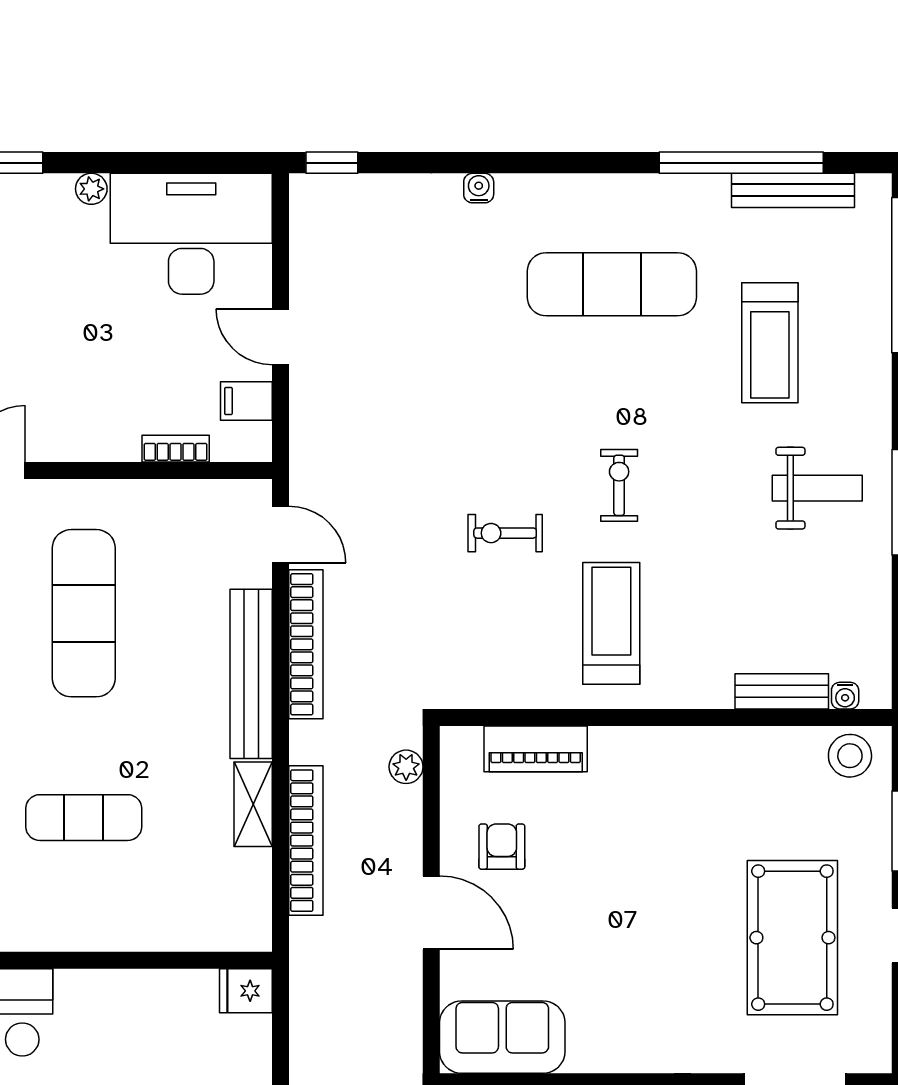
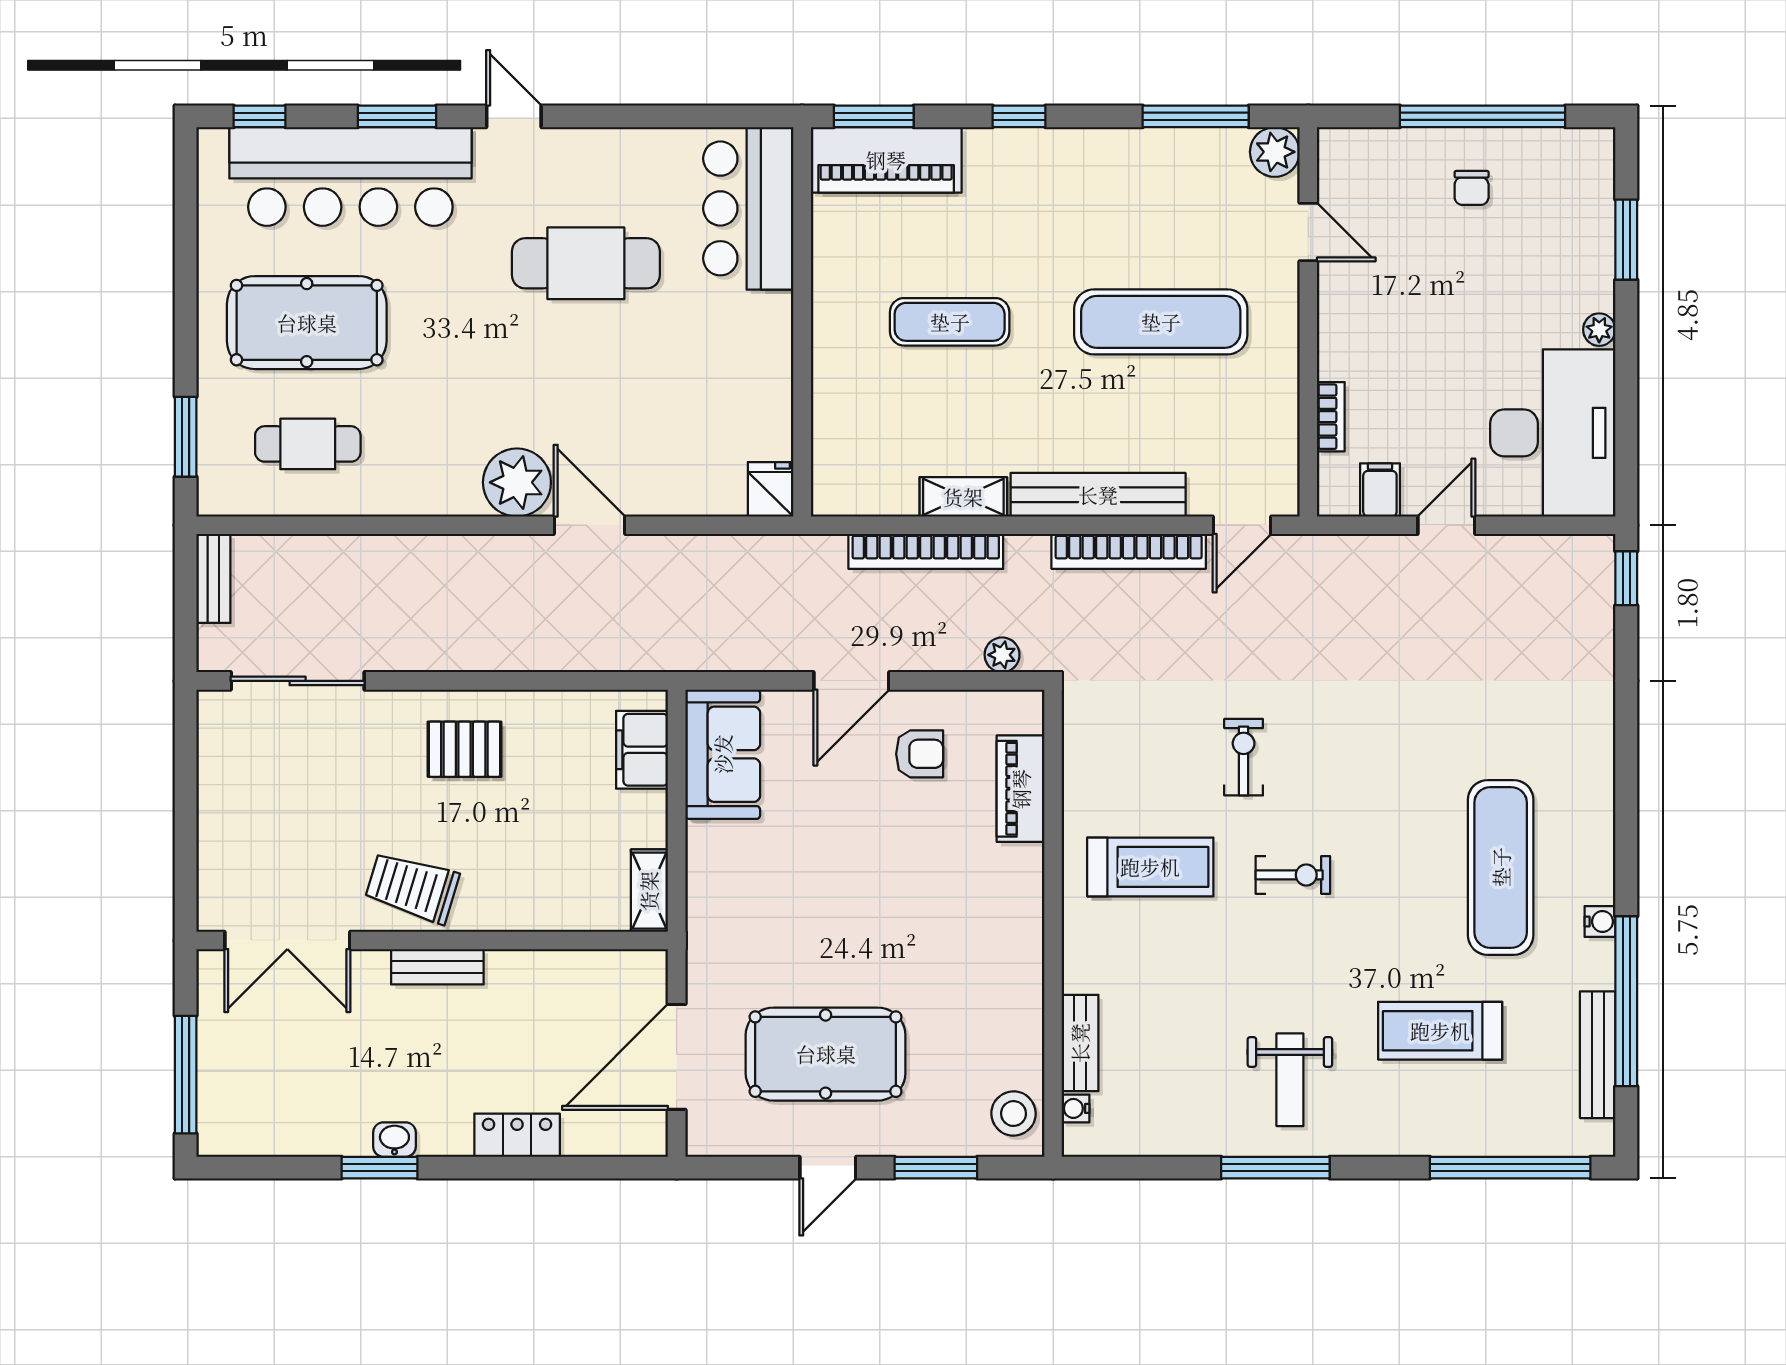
water cooler: (479, 188) -> (1600, 922), moved
exercise mat: (84, 818) -> (950, 322), turned 90

